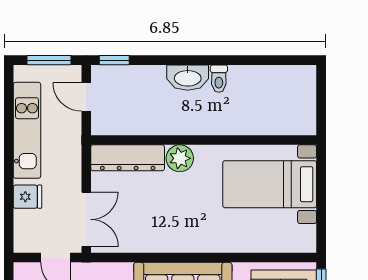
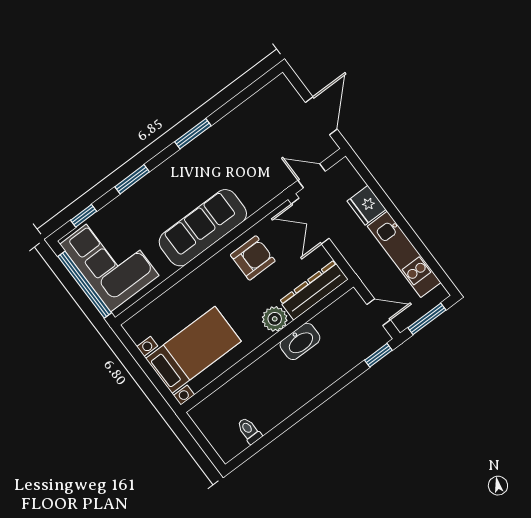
washbasin: (188, 78) -> (300, 341), moved, turned 180
toilet: (219, 79) -> (249, 431), moved
fridge: (28, 197) -> (367, 205), width x1.38
armchair: (159, 225) -> (253, 258), added

